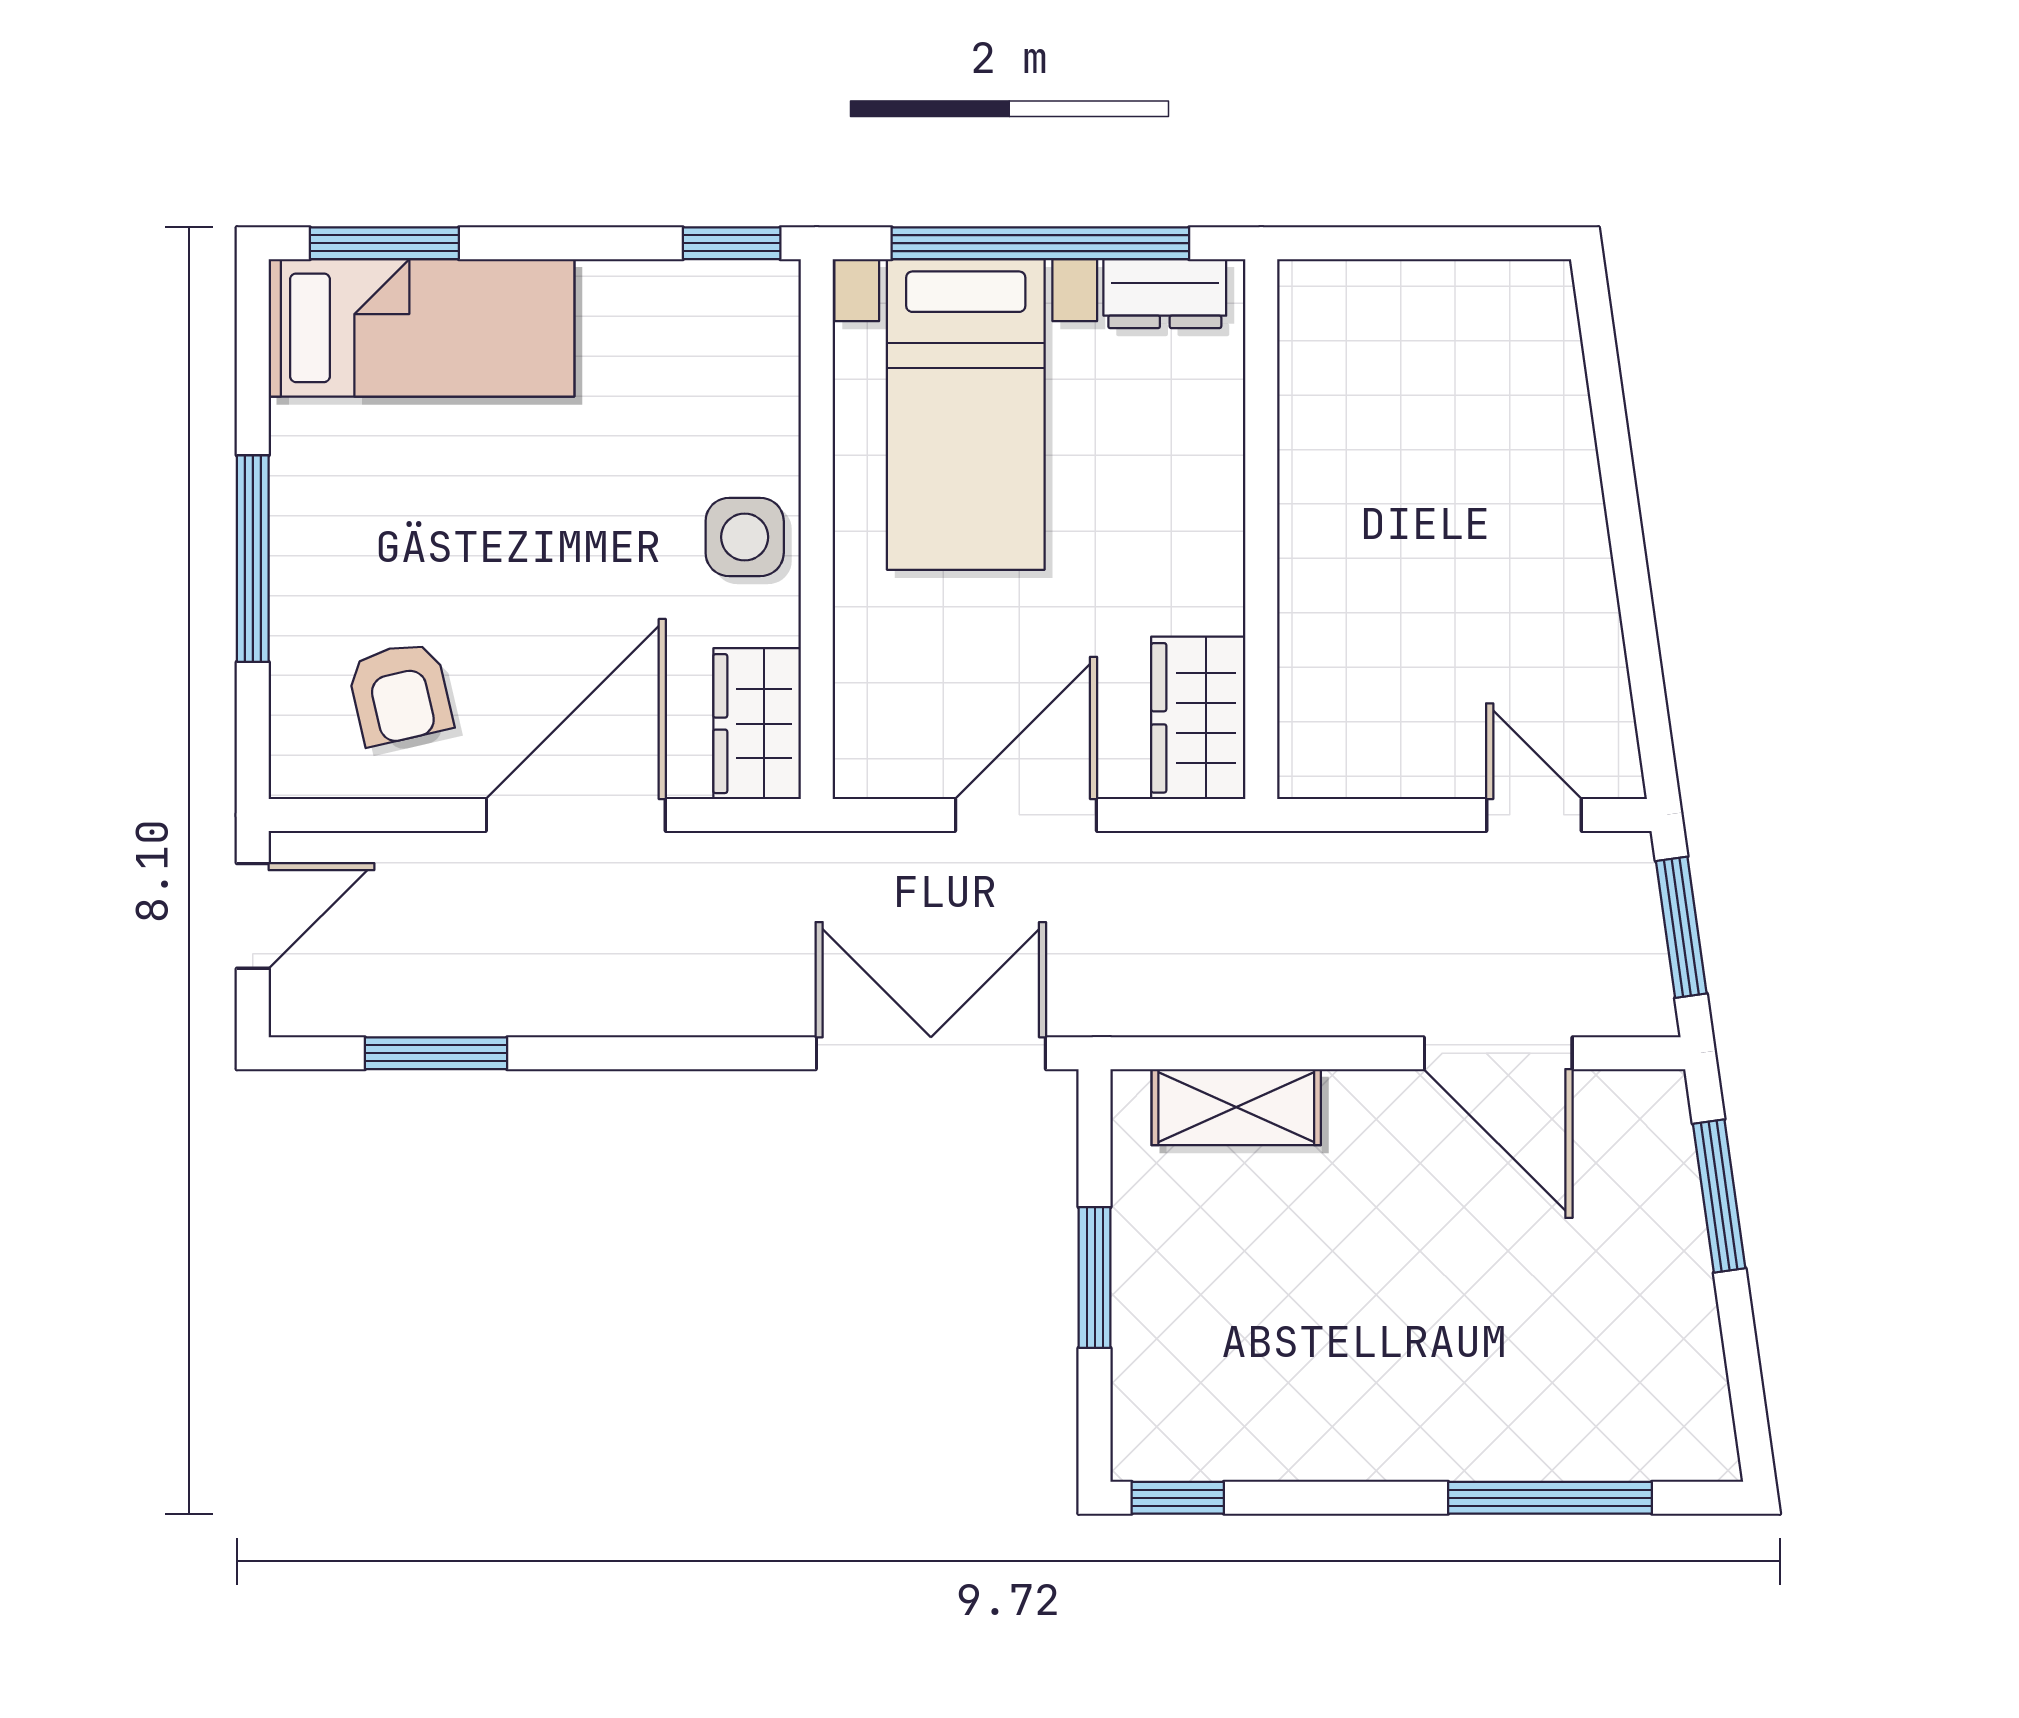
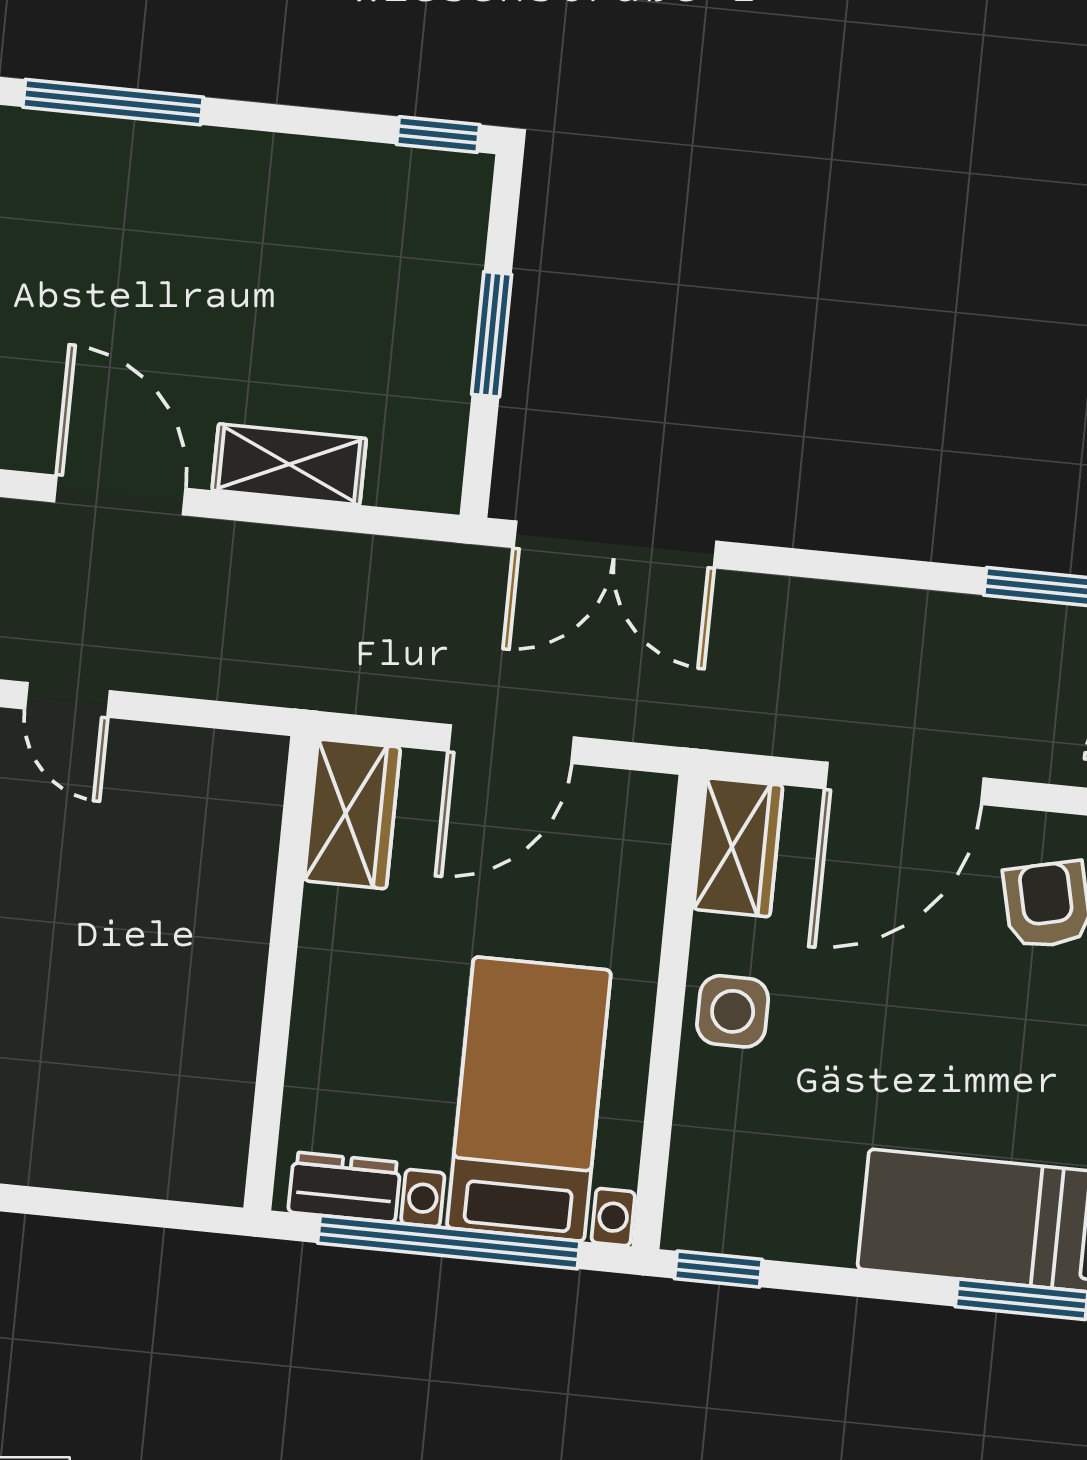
shelving: (1236, 1107) -> (289, 464), moved

